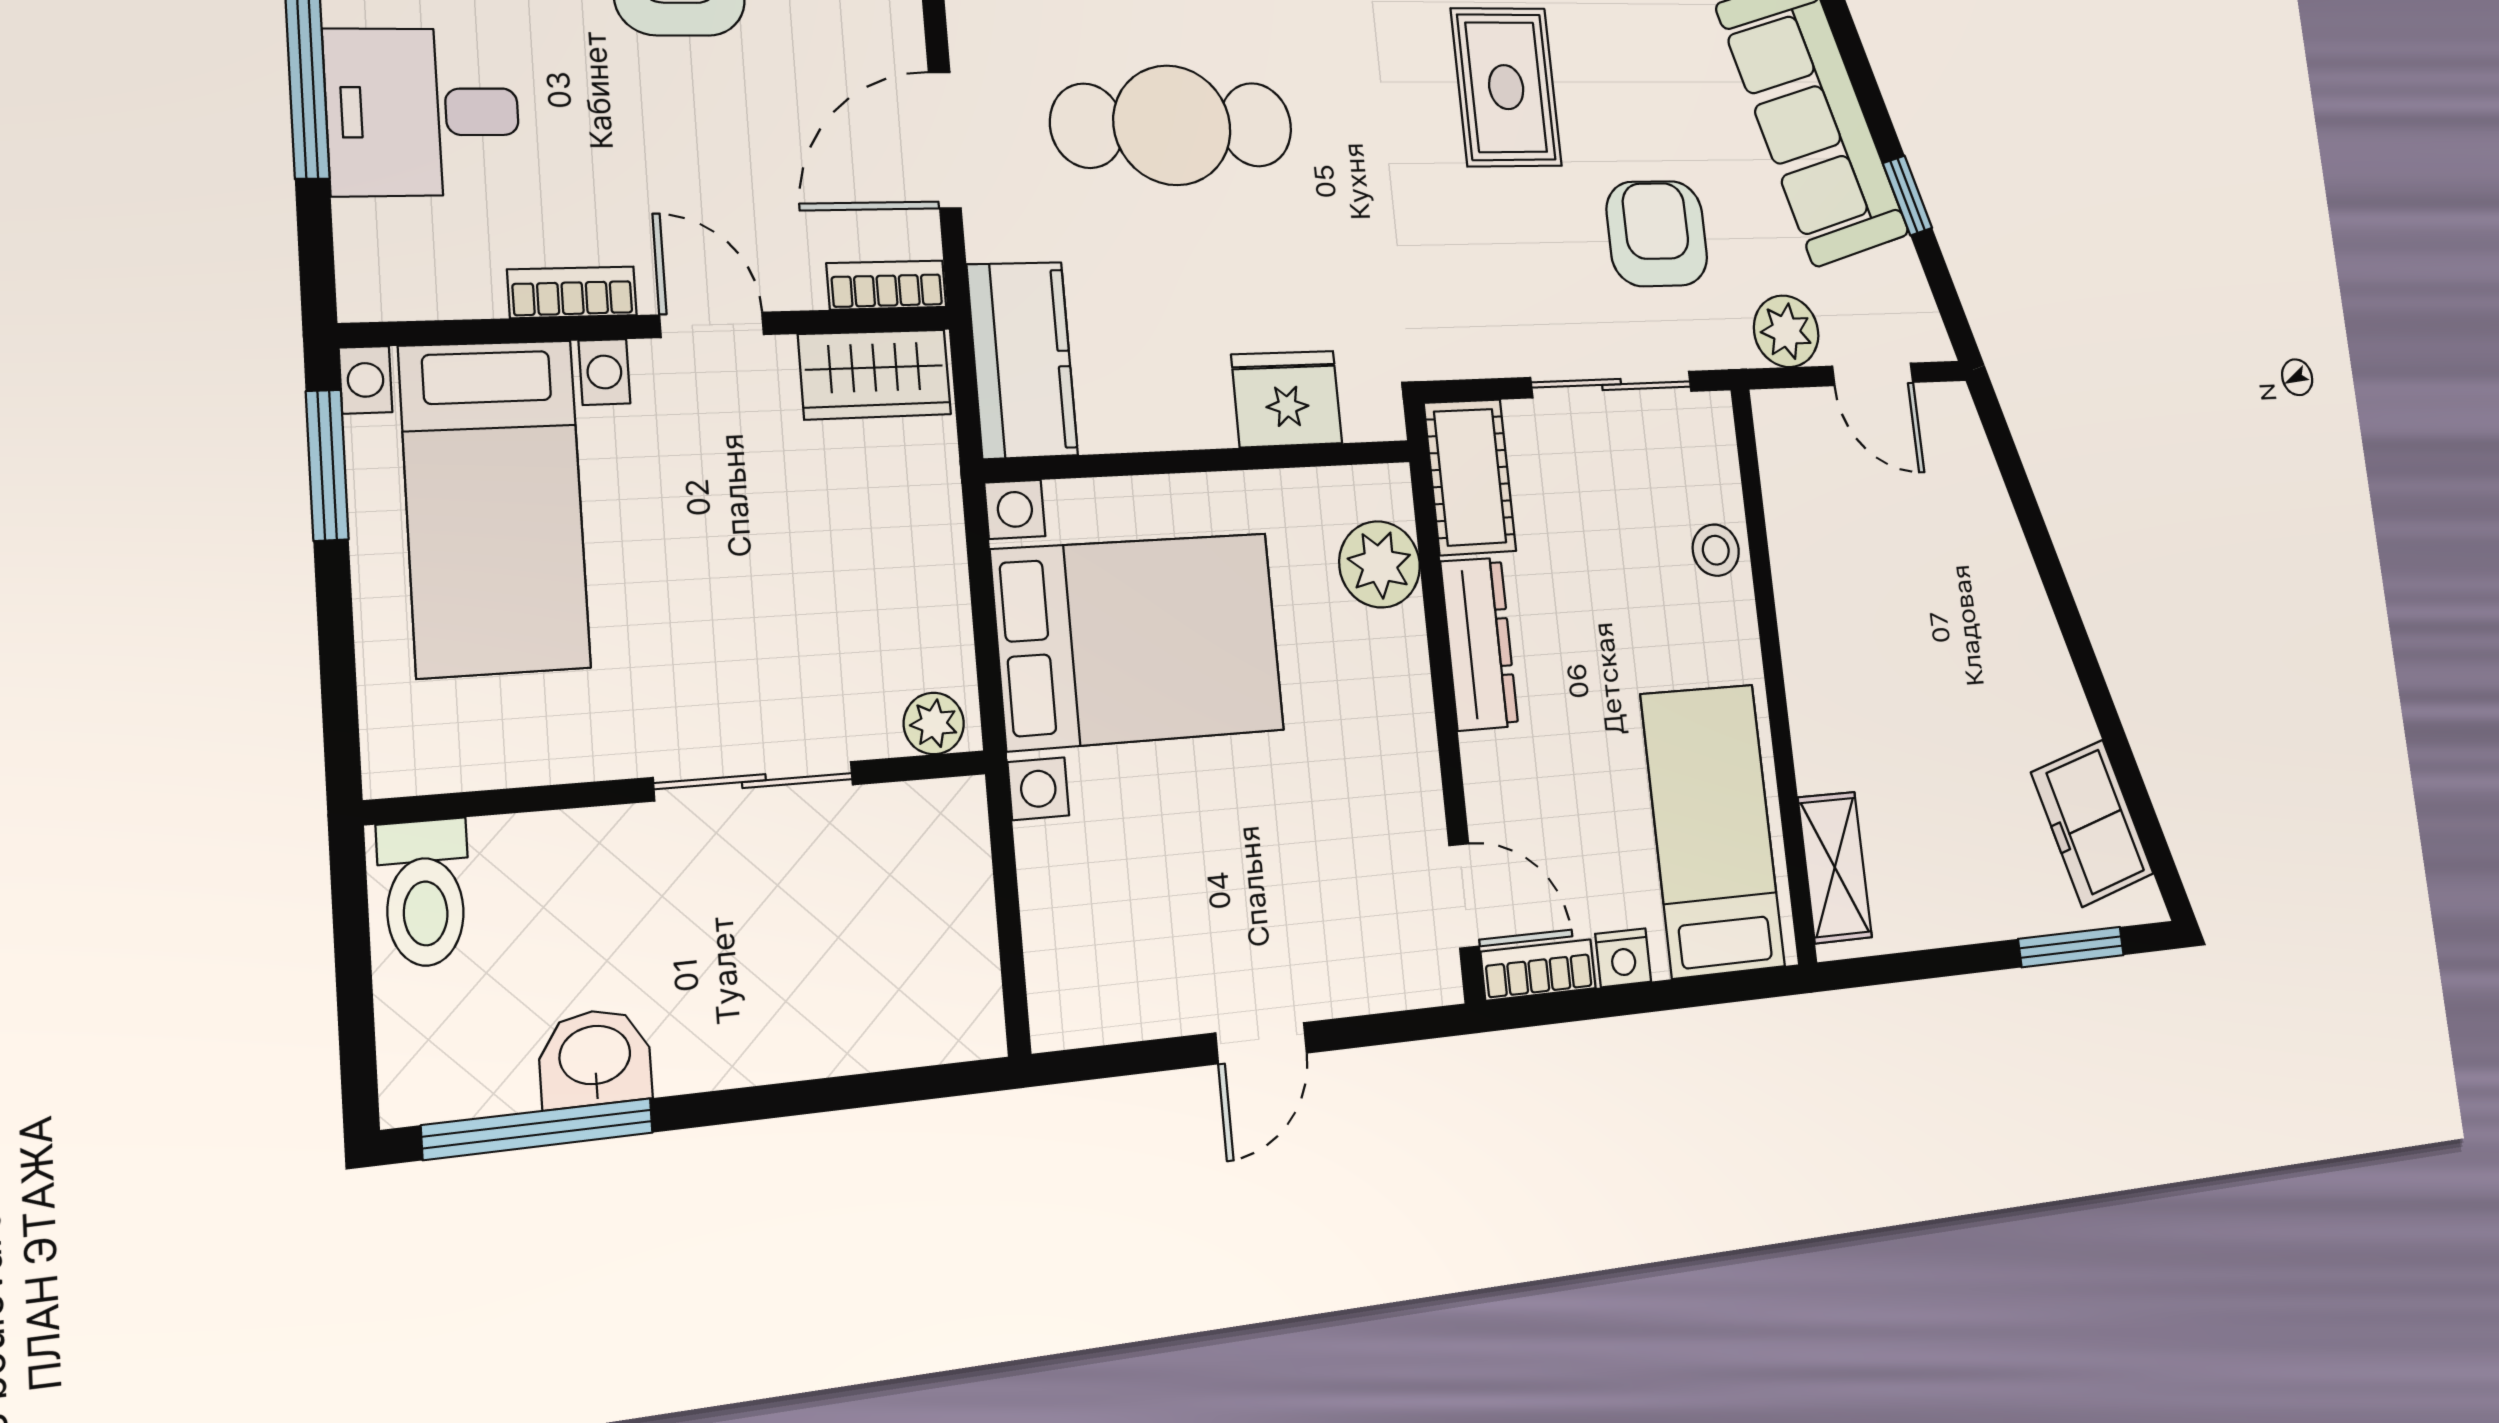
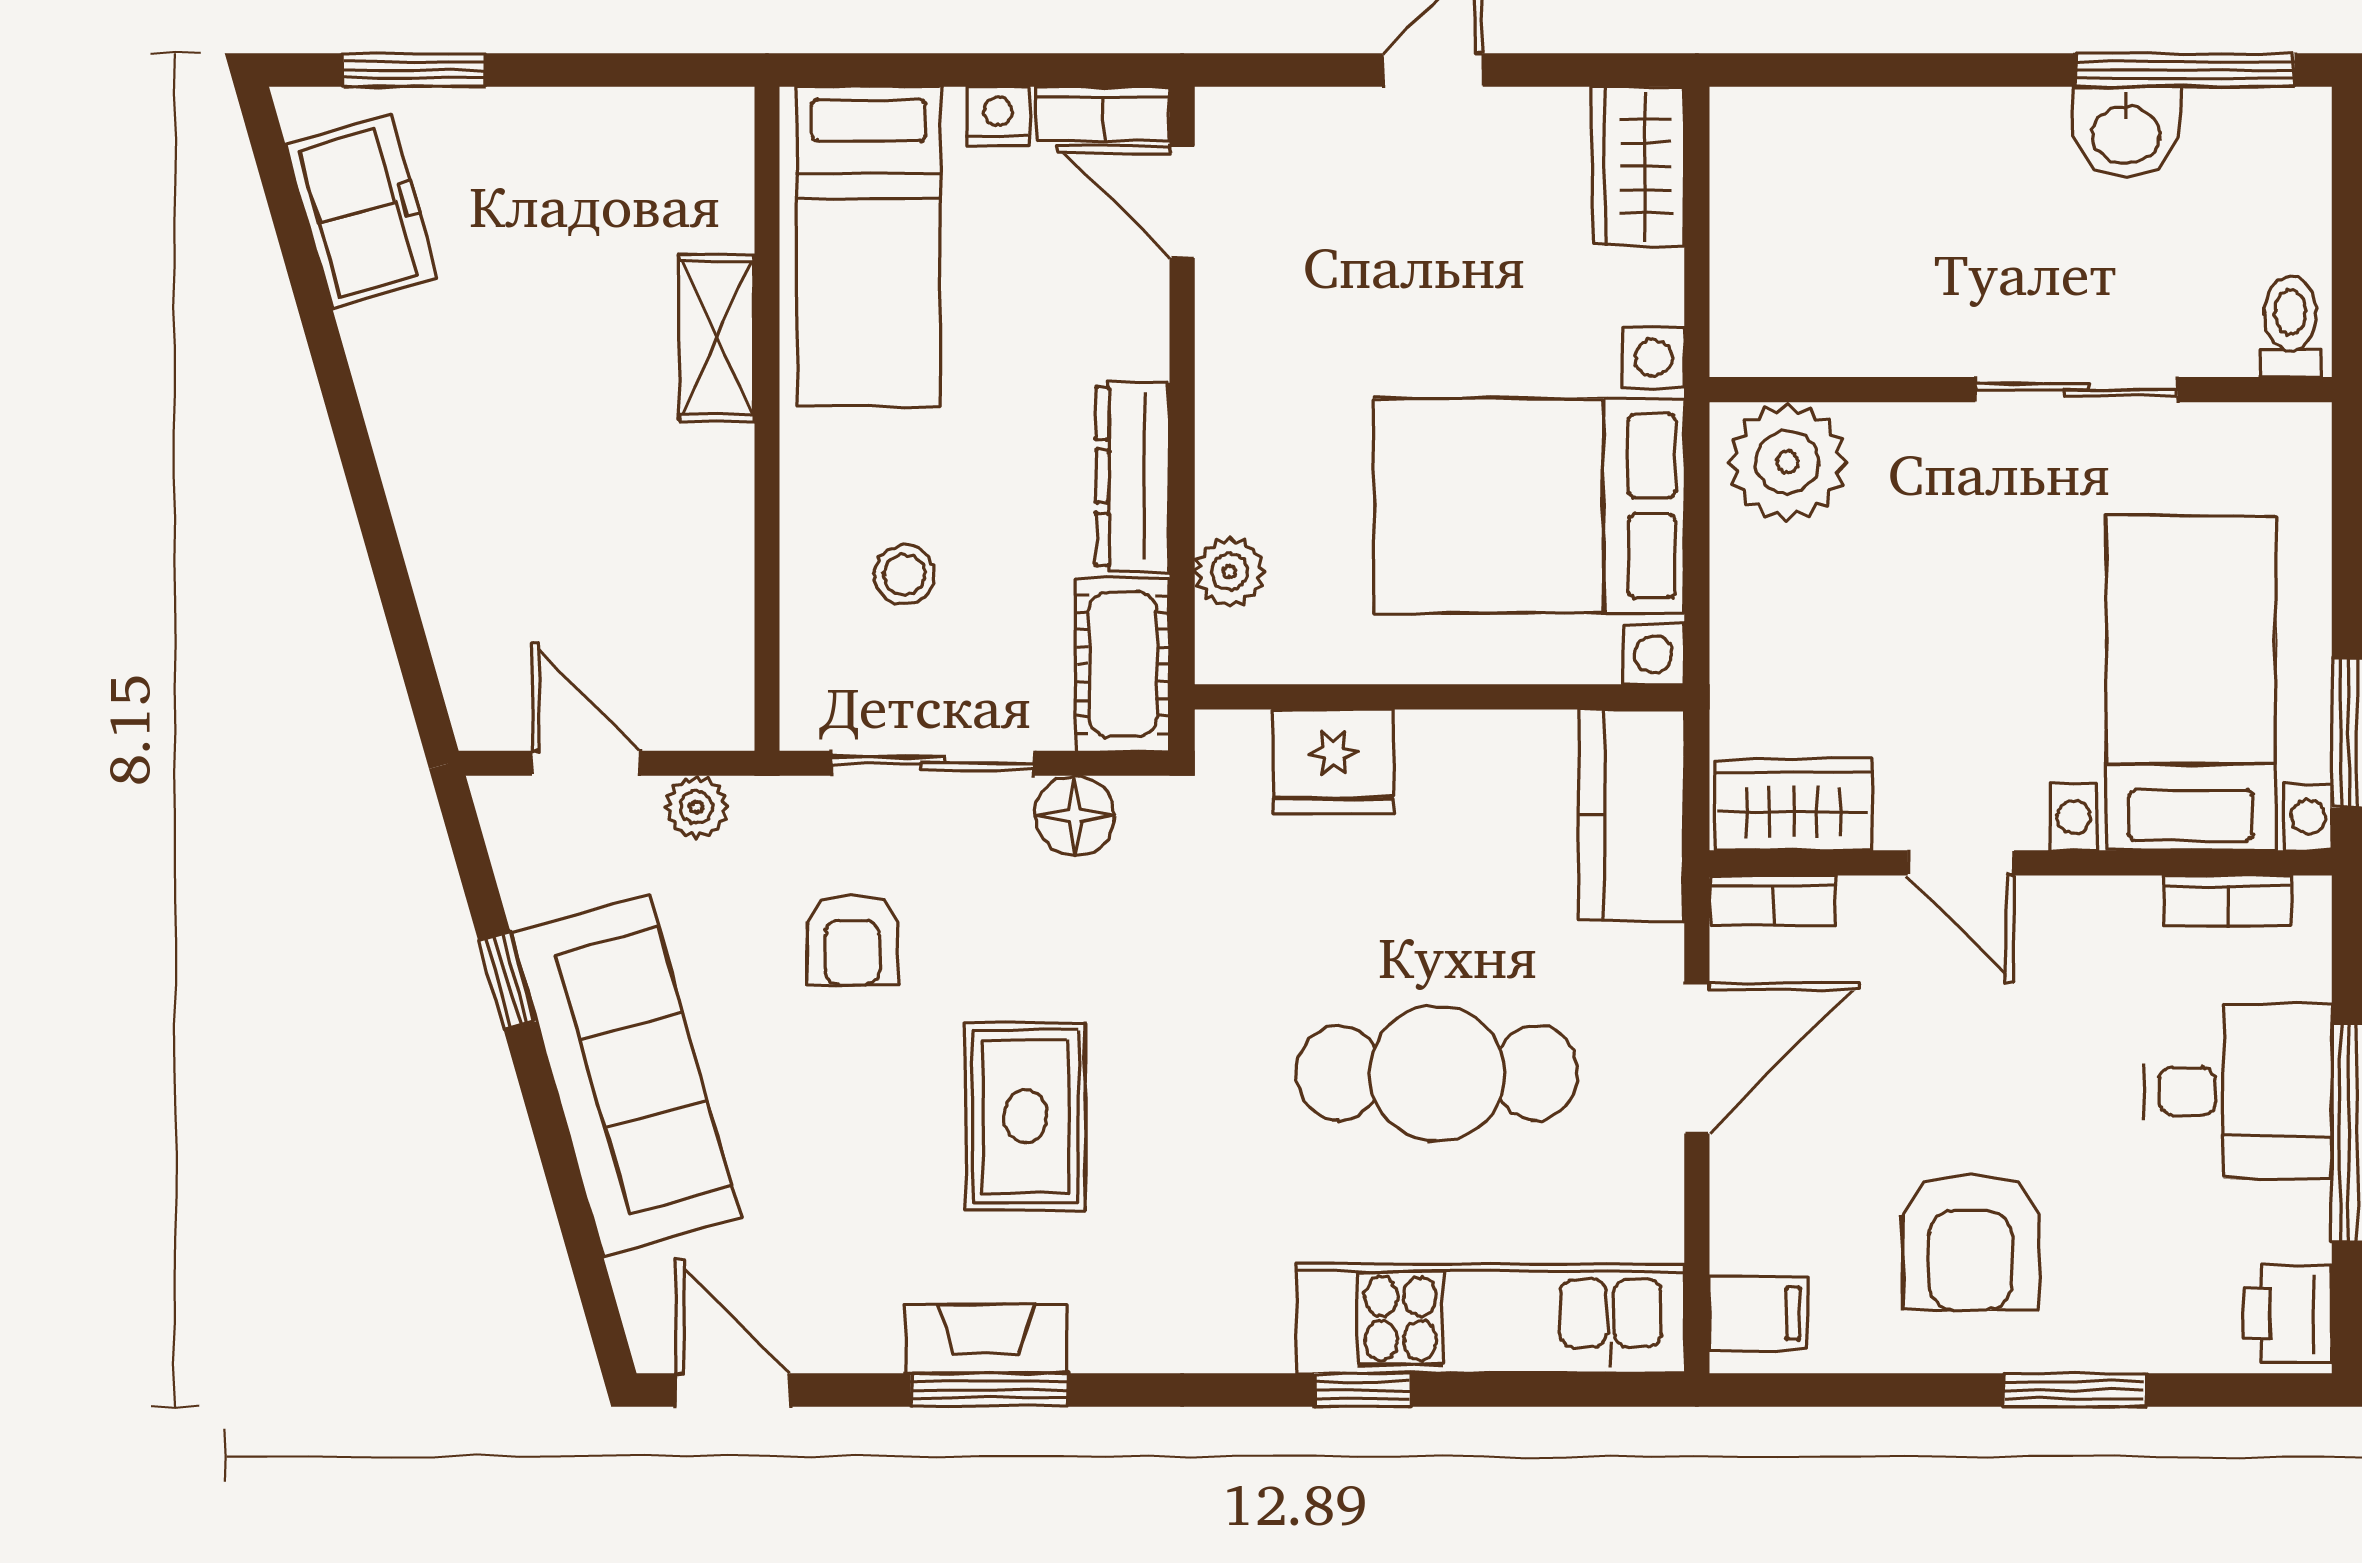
armchair: (1657, 234) -> (852, 940), width x0.72, depth x0.72
bookcase: (572, 292) -> (2228, 901), moved
plant: (1786, 331) -> (696, 807), width x0.73, depth x0.73
floor lamp: (1495, 344) -> (1075, 816), added
stool: (1716, 550) -> (904, 575), moved
plant: (1380, 564) -> (1230, 572), width x0.73, depth x0.73
plant: (934, 724) -> (1788, 462), width x1.88, depth x1.88
sliding door: (754, 781) -> (2076, 390), moved
shelving: (1835, 867) -> (717, 338), moved
toilet: (425, 893) -> (2290, 327), width x0.73, depth x0.72
wardrobe: (1068, 972) -> (1638, 166), added

